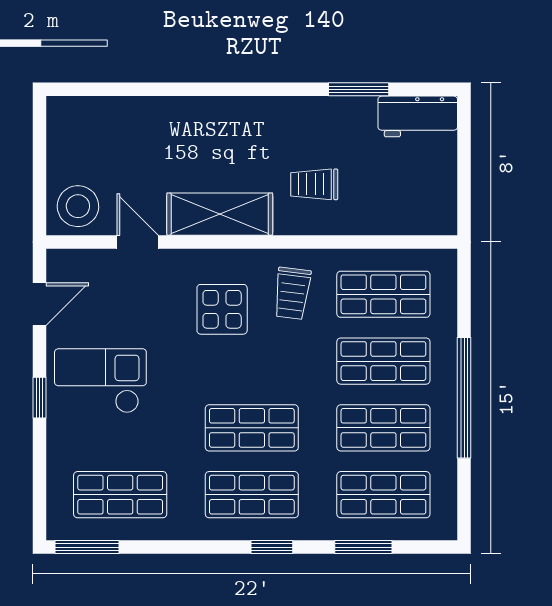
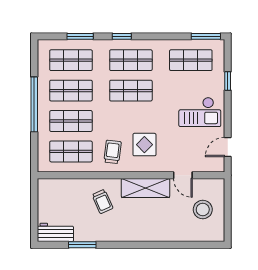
trolley: (314, 184) -> (102, 201), turned 66
stool: (78, 206) -> (203, 210), moved
window: (40, 398) -> (228, 81), moved

